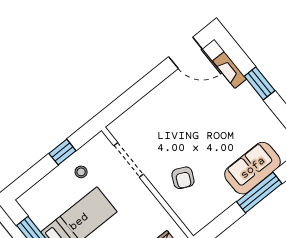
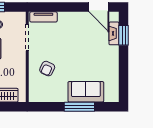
window: (260, 83) -> (124, 35), moved
tv unit: (128, 119) -> (43, 17), added

